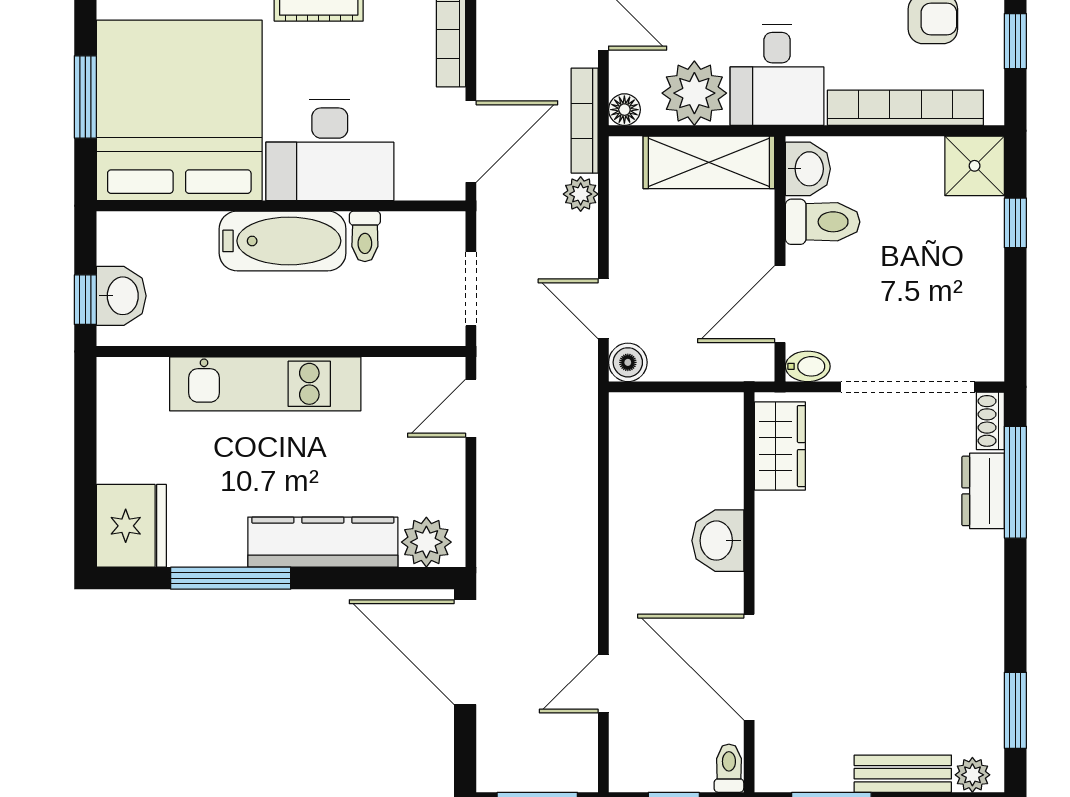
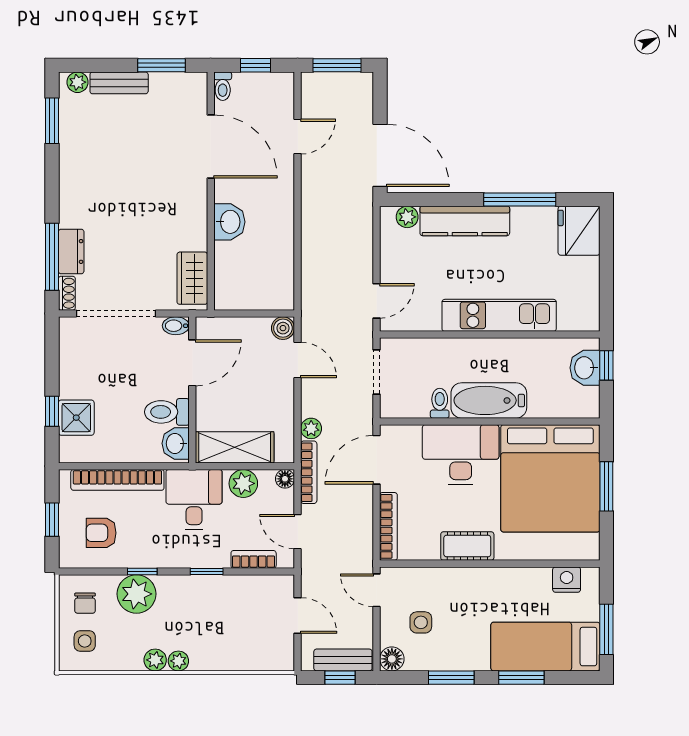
plant: (694, 93) -> (243, 483), width x0.73, depth x0.73
shower: (975, 166) -> (76, 418), moved
plant: (426, 542) -> (407, 217), width x0.73, depth x0.73

